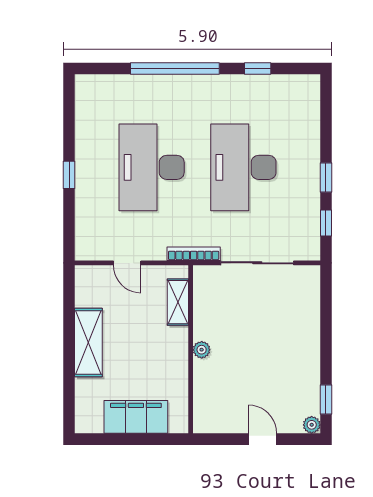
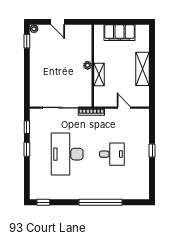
window: (258, 68) -> (43, 202), moved
desk: (152, 167) -> (112, 154), width x0.53, depth x0.77
desk: (243, 167) -> (67, 154), turned 180
shelving: (178, 302) -> (99, 74), moved

